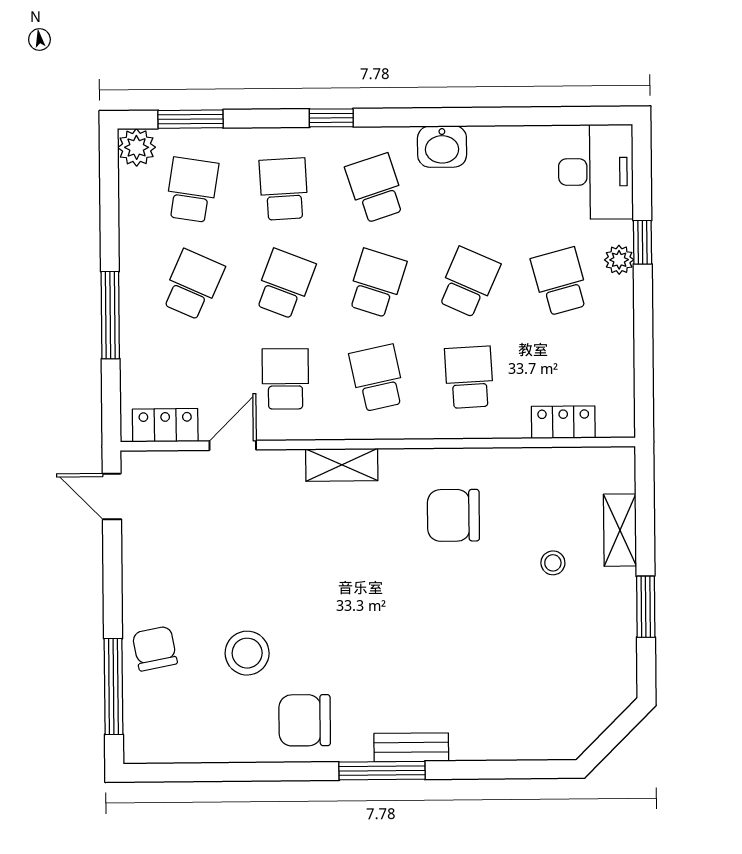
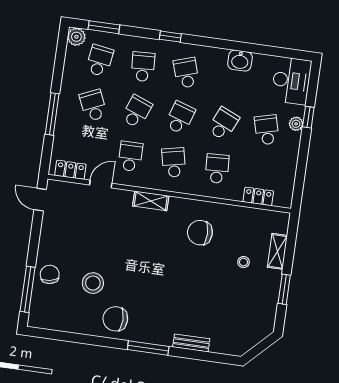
washbasin: (442, 146) -> (240, 61), moved
school desk: (193, 285) -> (93, 105), turned -48
bench: (411, 747) -> (191, 343), moved

